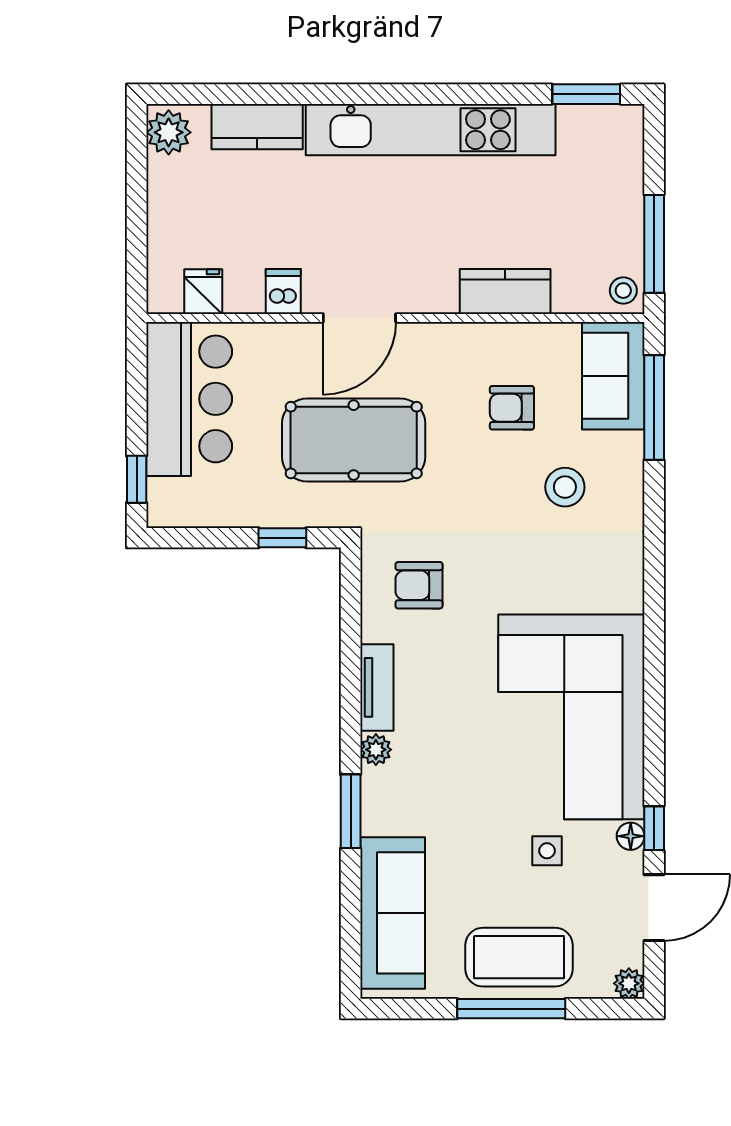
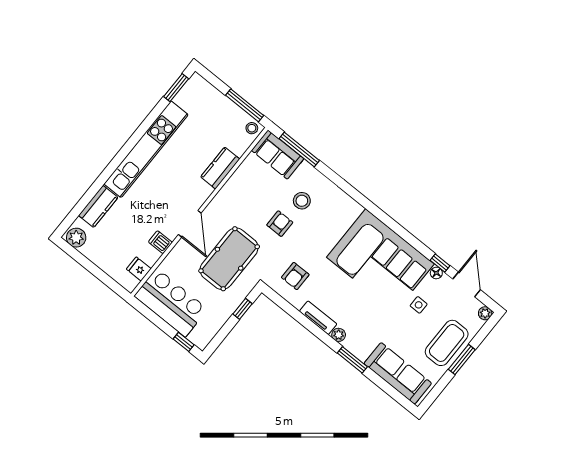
armchair: (512, 408) -> (280, 224), moved, turned 180
window: (511, 1009) -> (462, 359), width x0.69

